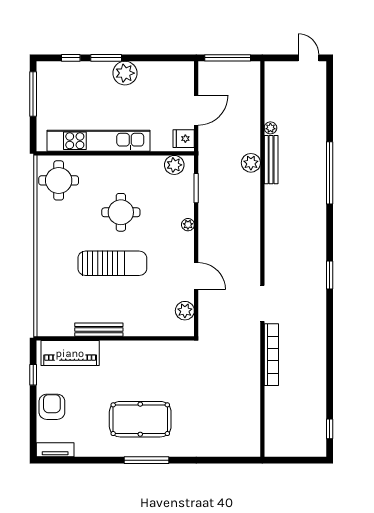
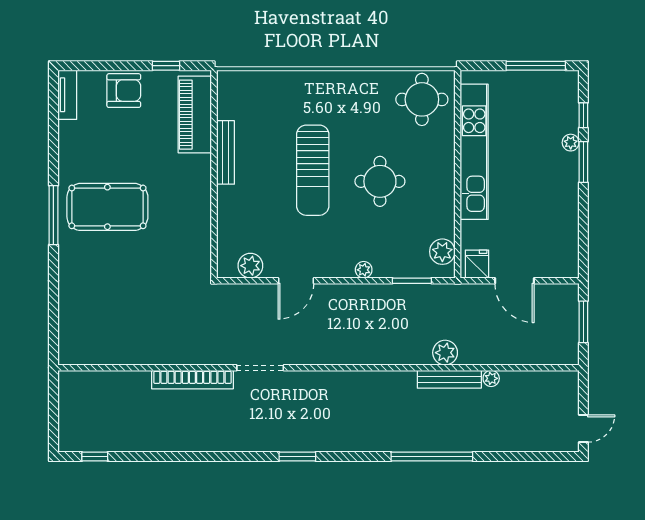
window: (228, 58) -> (583, 322), width x0.69
plant: (125, 73) -> (571, 143), moved, width x0.53, depth x0.53
pool table: (140, 419) -> (107, 207), turned 90

